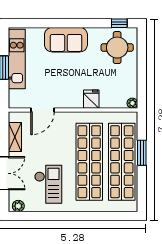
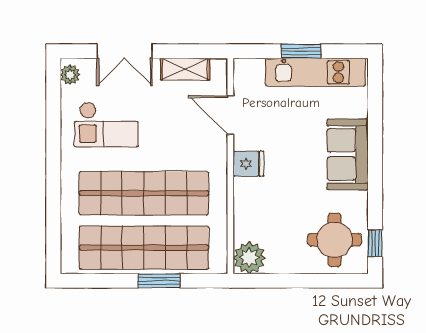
fridge: (91, 99) -> (248, 164), moved
plant: (132, 103) -> (249, 258), width x1.88, depth x1.88

